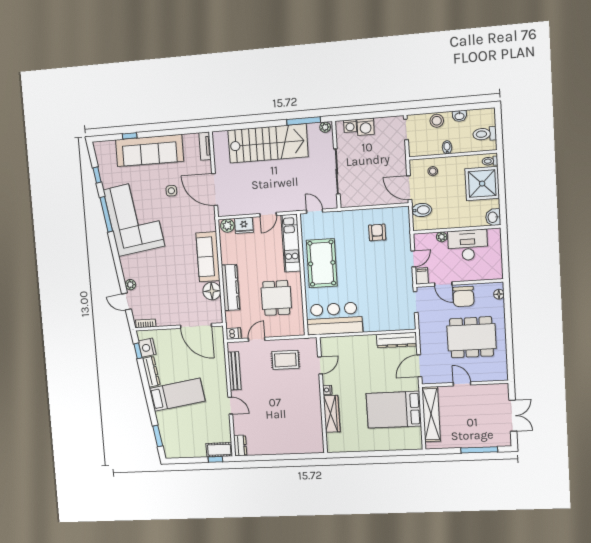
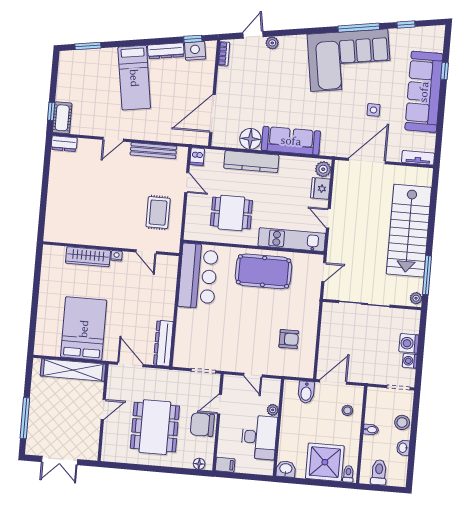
washing machine: (350, 126) -> (410, 361), moved
filing cabinet: (422, 276) -> (225, 465), moved

